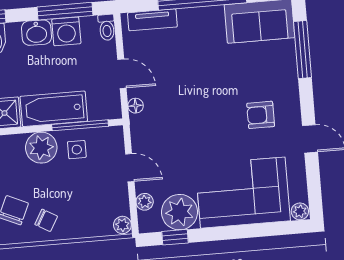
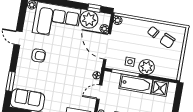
window: (302, 50) -> (11, 81), width x0.69
door: (122, 74) -> (99, 92), hinge flipped
door: (130, 168) -> (107, 47), width x1.88

